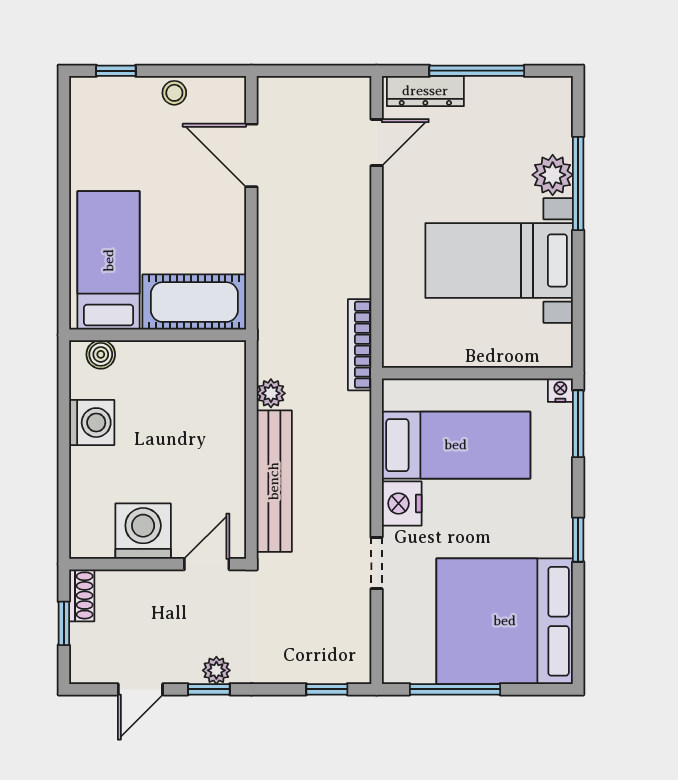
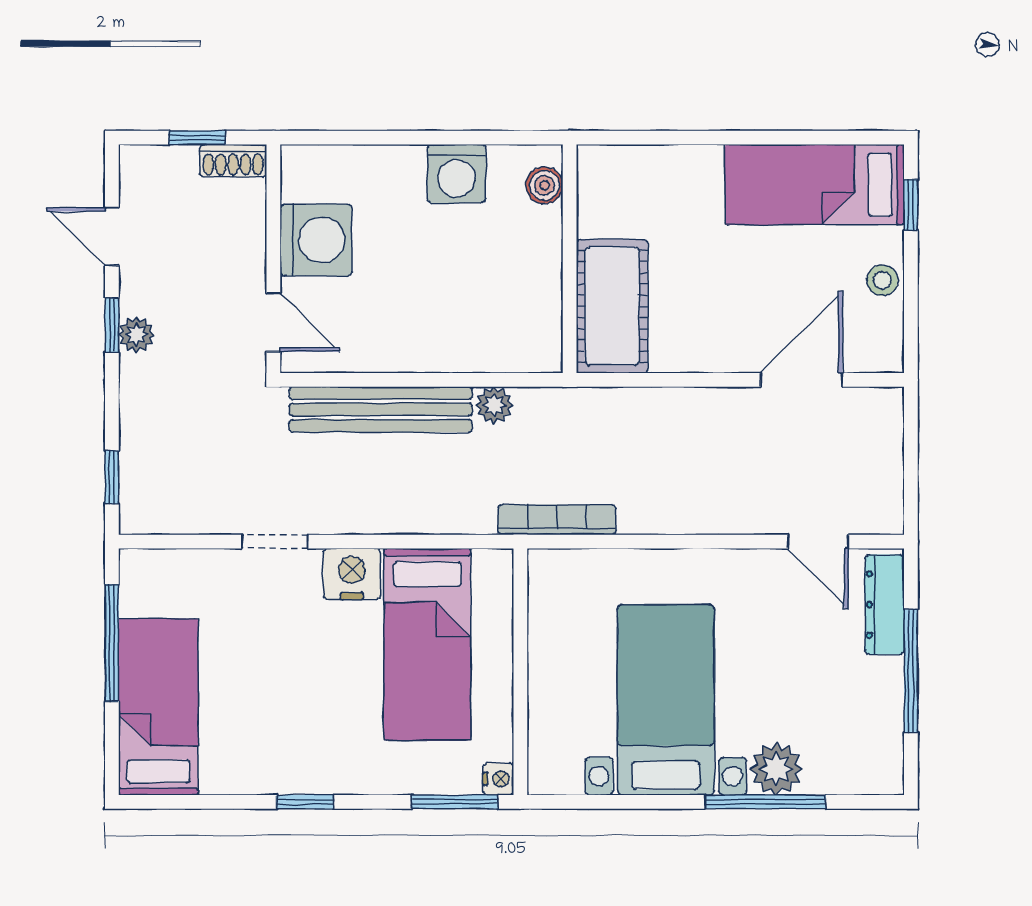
bed: (109, 260) -> (815, 185), moved, turned 180
bed: (505, 621) -> (158, 707), width x0.49

